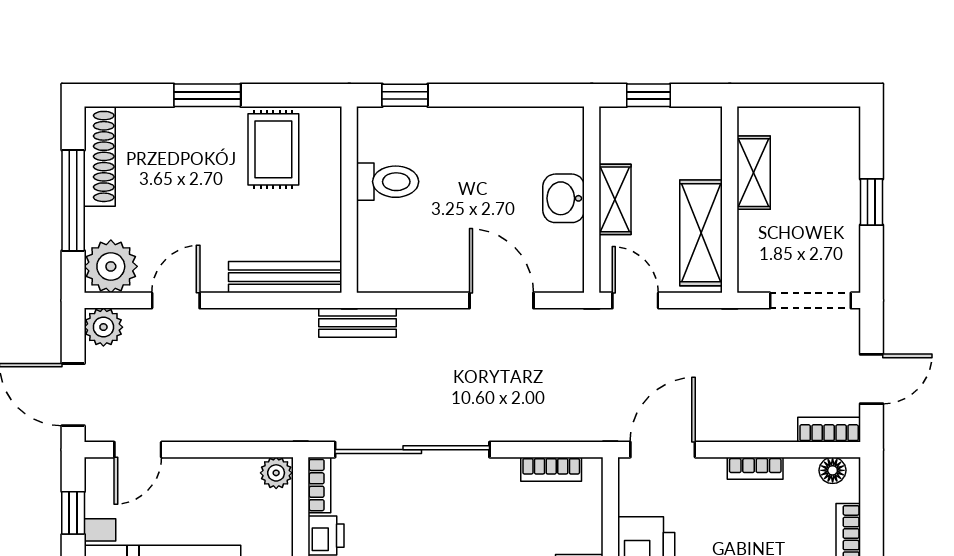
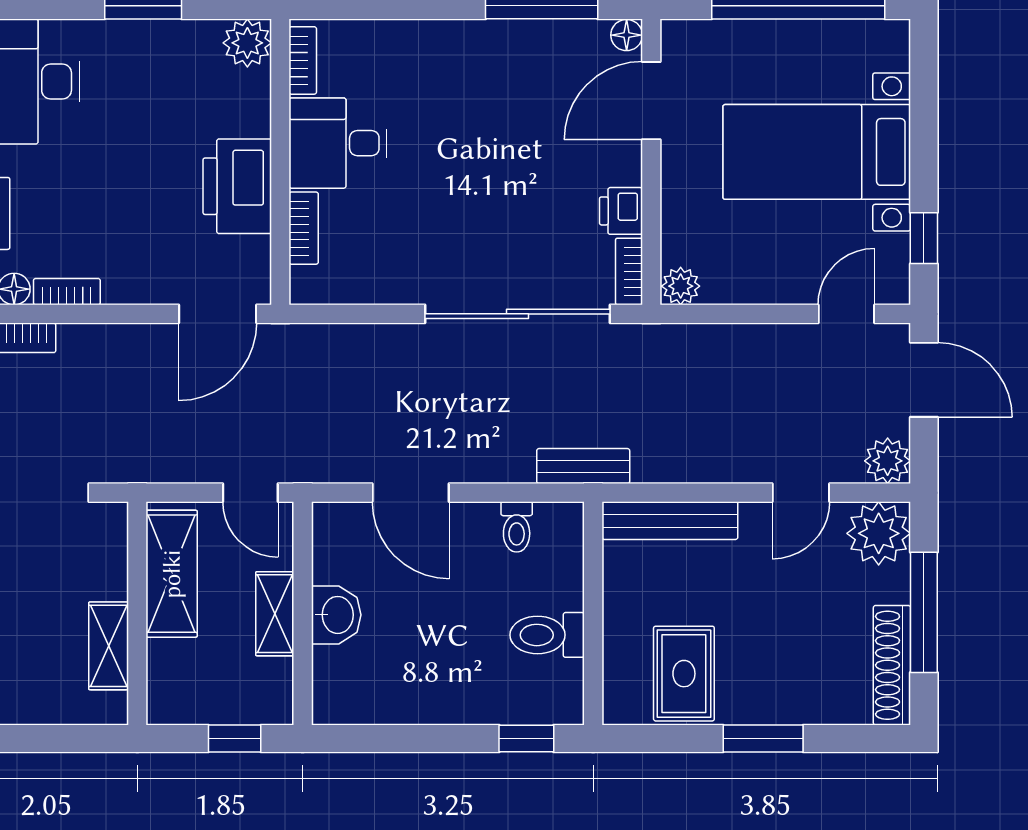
toilet: (413, 272) -> (517, 527), added
bookcase: (755, 468) -> (67, 292), moved
bookcase: (551, 469) -> (304, 228), moved, turned 90

